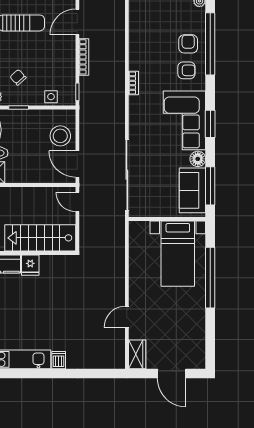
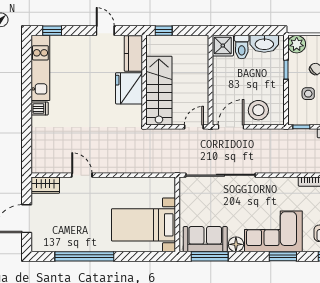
side table: (51, 97) -> (308, 94), moved
window: (210, 124) -> (283, 256), moved
fridge: (30, 265) -> (129, 88), width x1.88, depth x1.34
window: (210, 278) -> (84, 256), moved

